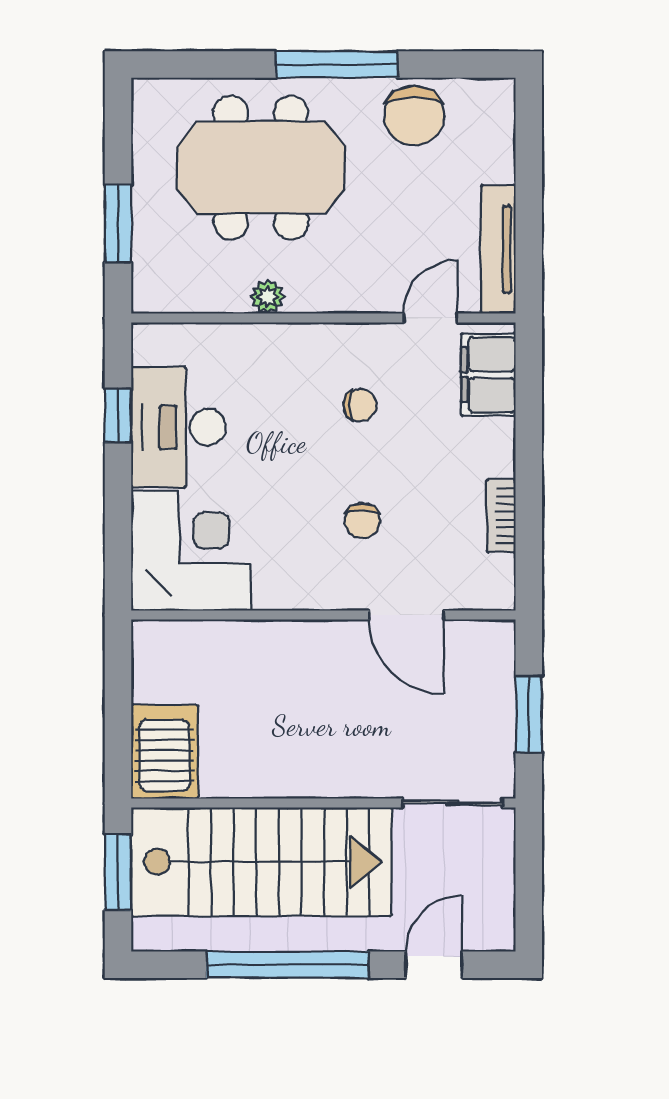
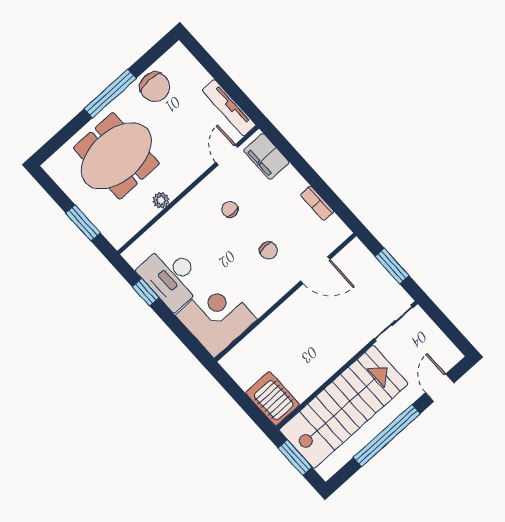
chair: (360, 405) -> (230, 209), turned -90

